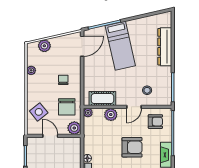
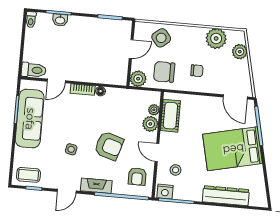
bed: (120, 46) -> (233, 149), width x1.50
plant: (31, 70) -> (216, 38), width x1.87, depth x1.87
nightstand: (166, 97) -> (165, 192), added
plant: (88, 113) -> (154, 110), moved
armchair: (132, 147) -> (109, 146), turned -73

